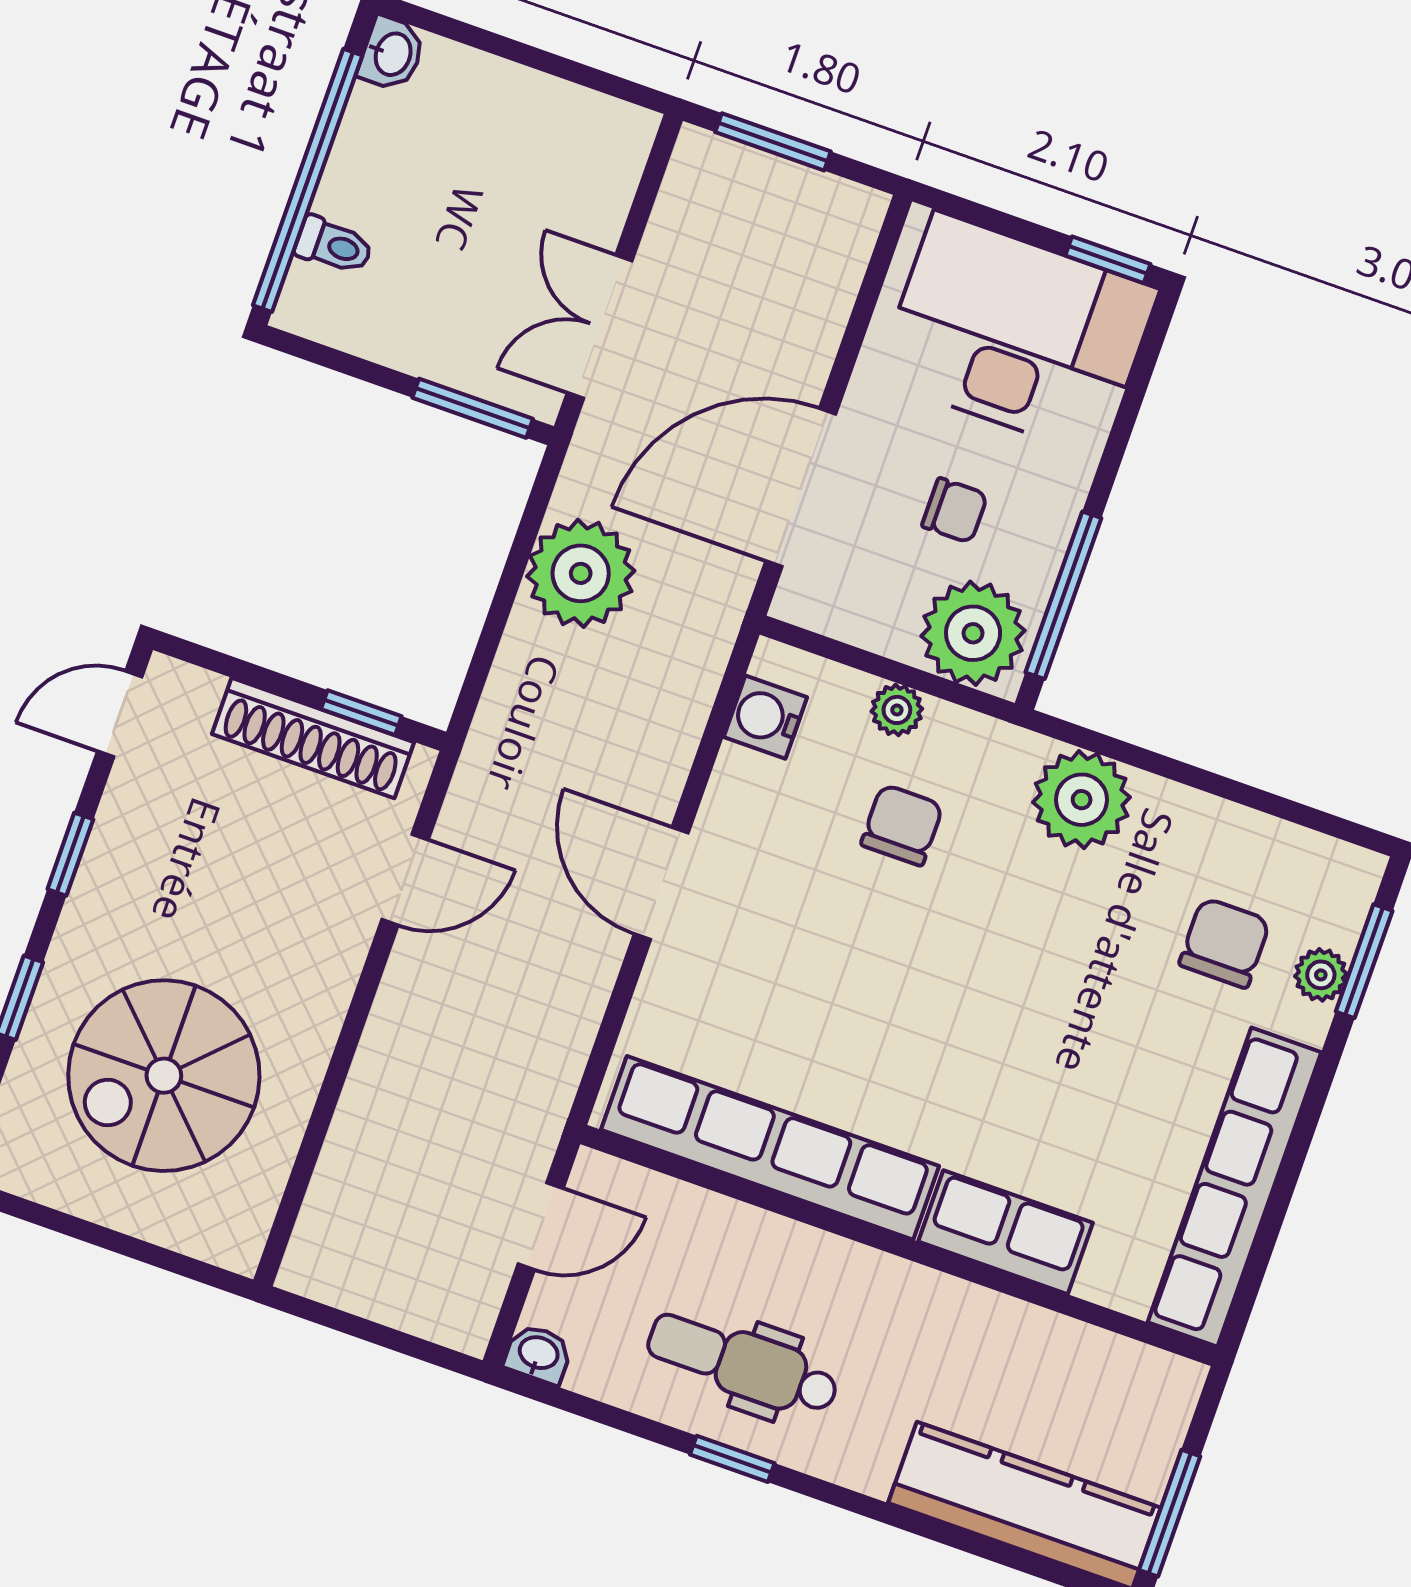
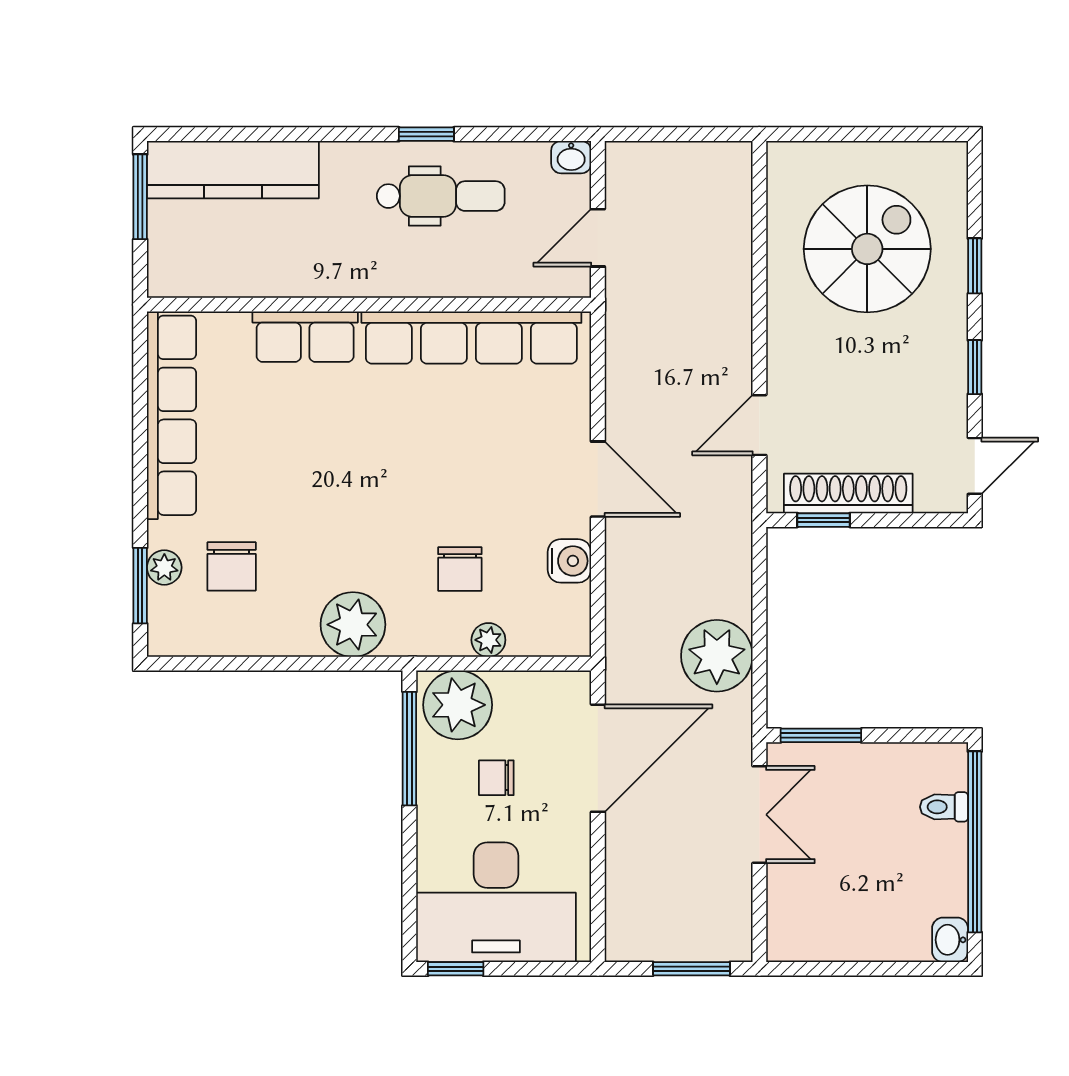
water cooler: (765, 717) -> (569, 561), moved

